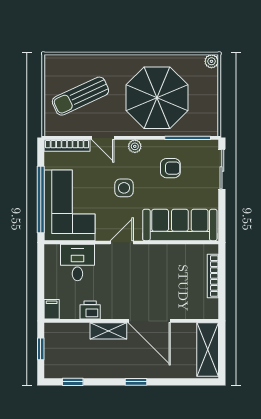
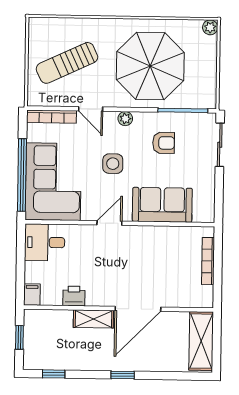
sofa: (180, 225) -> (162, 205), width x0.73
desk: (77, 263) -> (45, 242), moved, turned -90
door: (149, 321) -> (138, 309), hinge flipped

